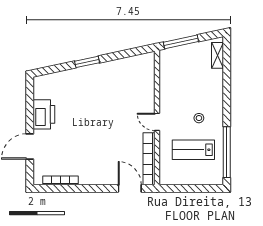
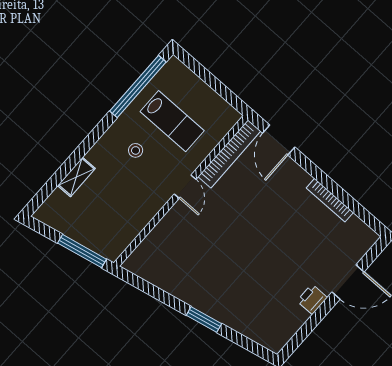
shelving: (217, 55) -> (76, 177), moved
printer: (44, 114) -> (312, 299), width x0.53, depth x0.68
bookcase: (61, 180) -> (330, 200), moved

